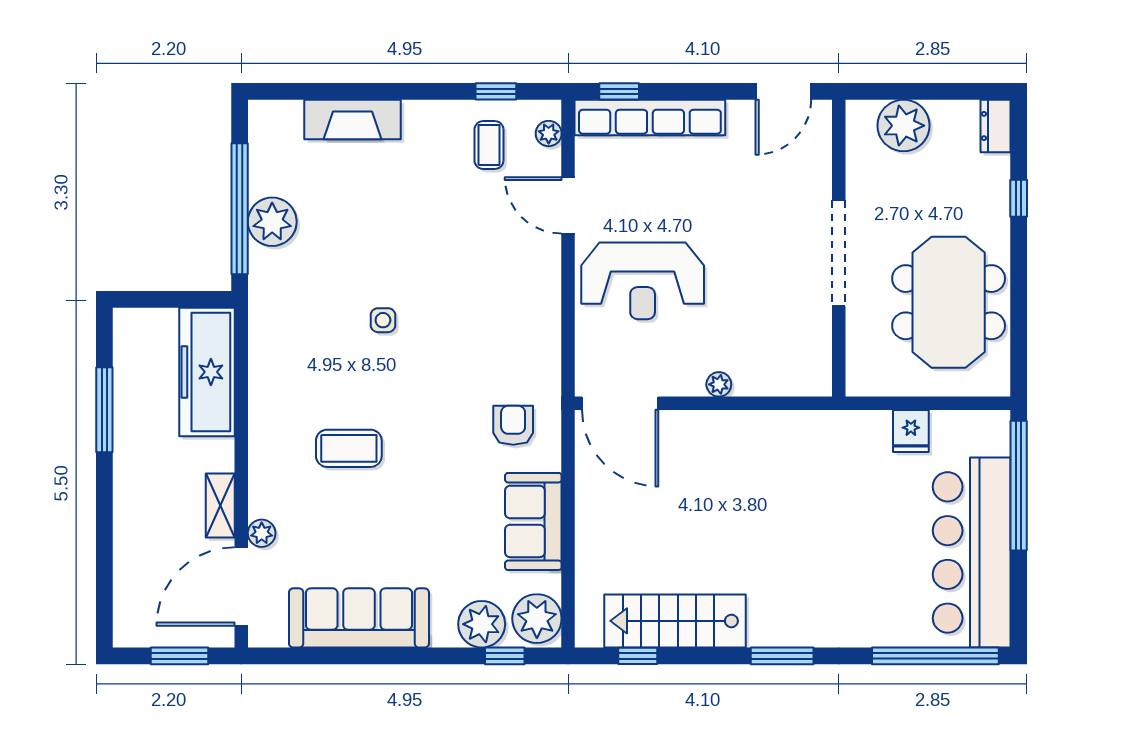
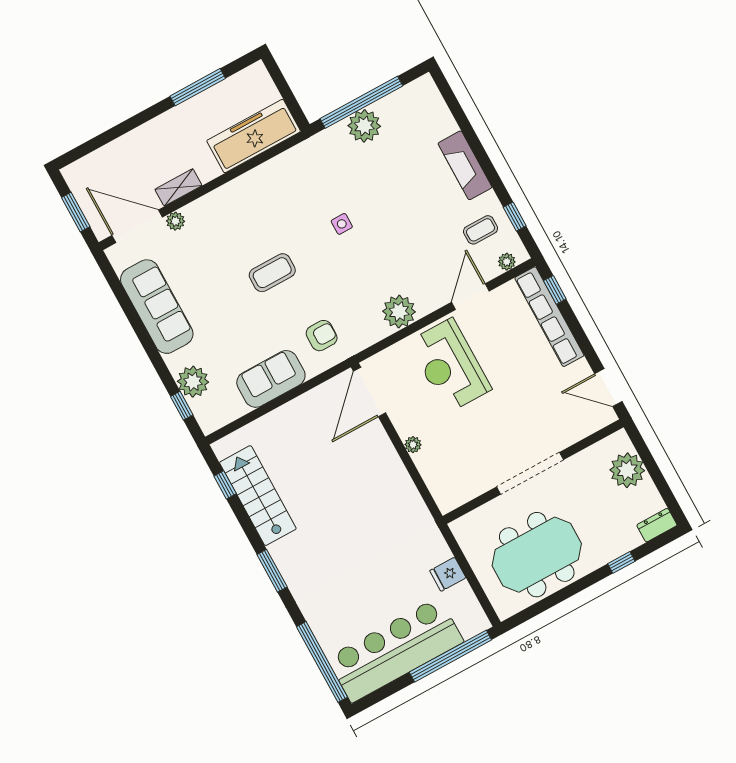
fireplace: (353, 119) -> (465, 165), moved
coffee table: (349, 448) -> (272, 273), moved, turned 90
plant: (537, 619) -> (399, 312), moved

